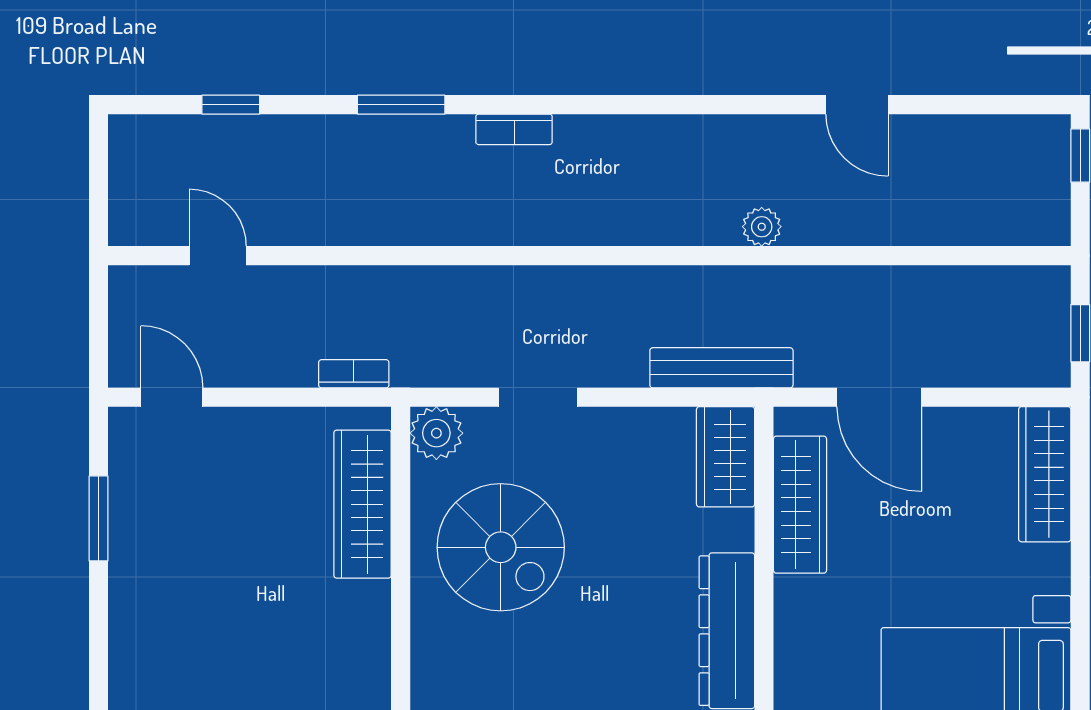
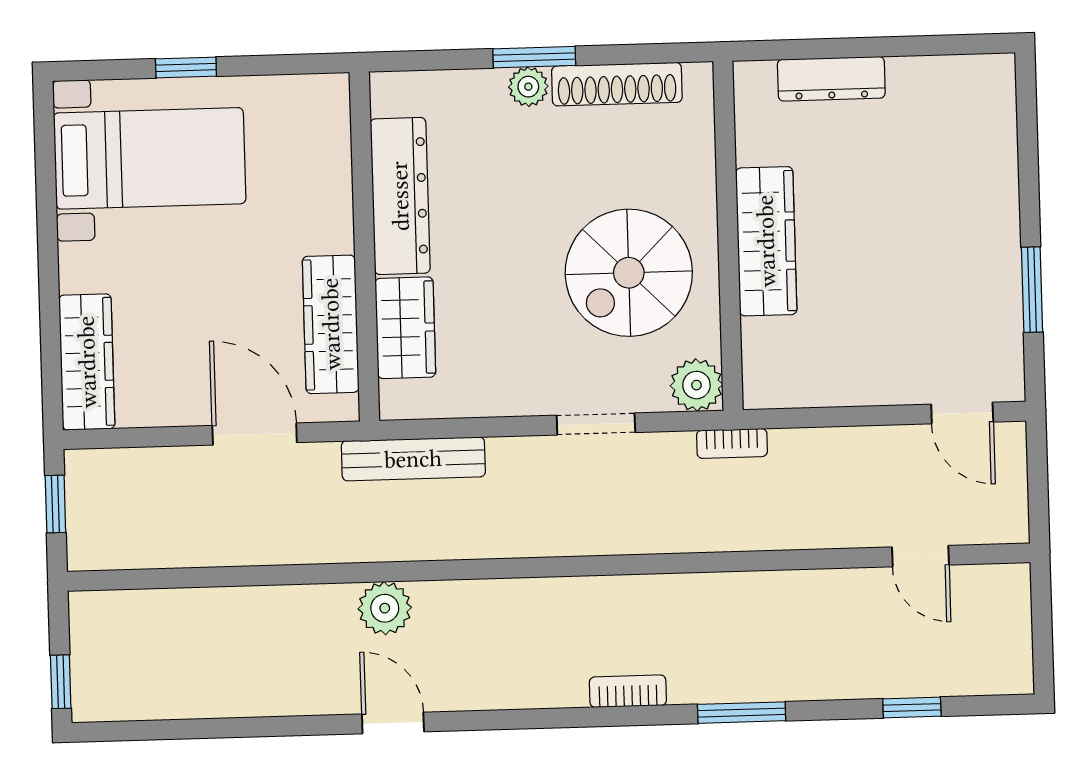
door: (857, 105) -> (393, 723), moved
plant: (762, 227) -> (385, 608), width x1.38, depth x1.38
bookcase: (354, 374) -> (732, 443), moved
wardrobe: (726, 457) -> (405, 328), moved
wardrobe: (363, 504) -> (766, 241), moved
spiral stairs: (501, 547) -> (629, 273), turned -90

